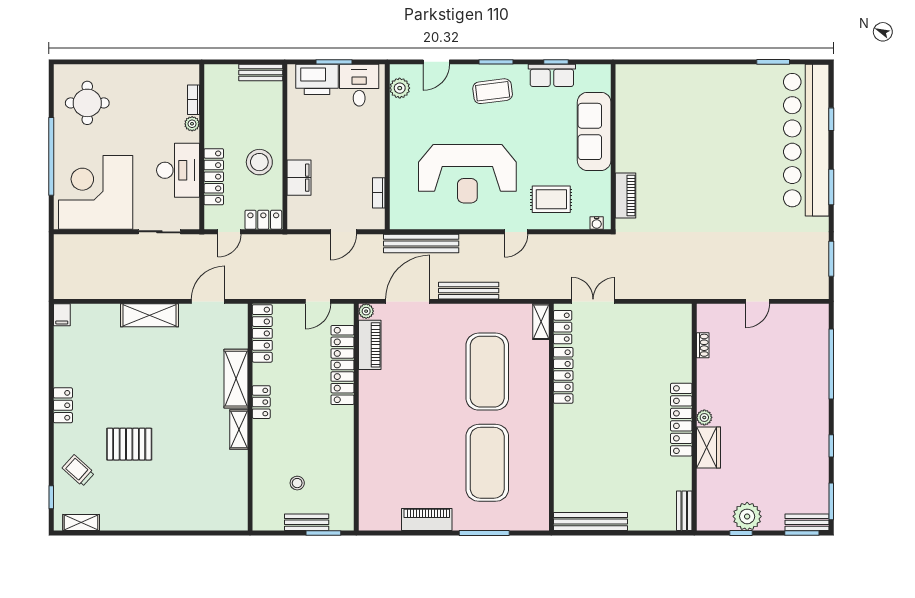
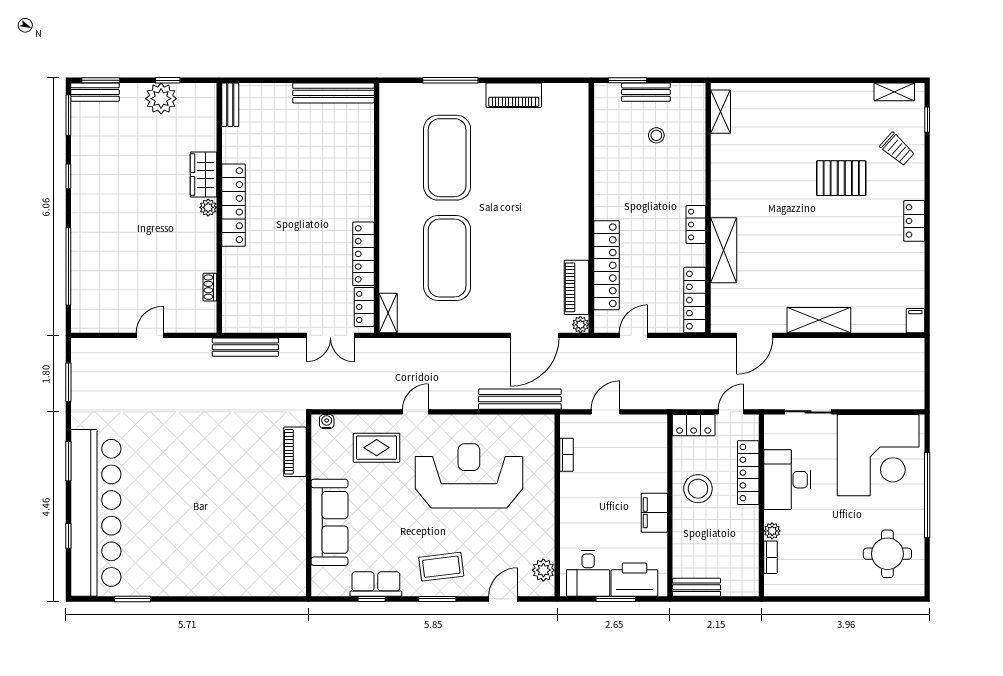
filing cabinet: (299, 178) -> (654, 513), moved
bench: (469, 291) -> (245, 347), moved
shelving: (239, 430) -> (721, 112), moved

